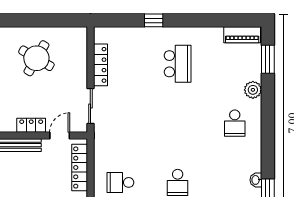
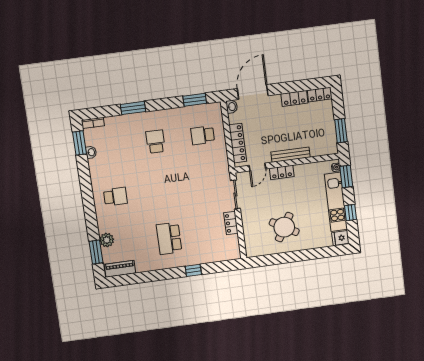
locker: (101, 65) -> (231, 223), width x0.66
plant: (253, 90) -> (107, 240), moved
school desk: (235, 123) -> (115, 197), turned 90
school desk: (120, 182) -> (203, 135), turned 180

